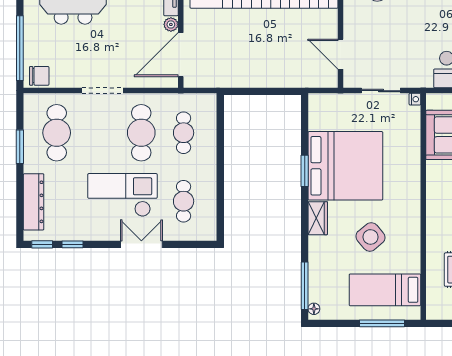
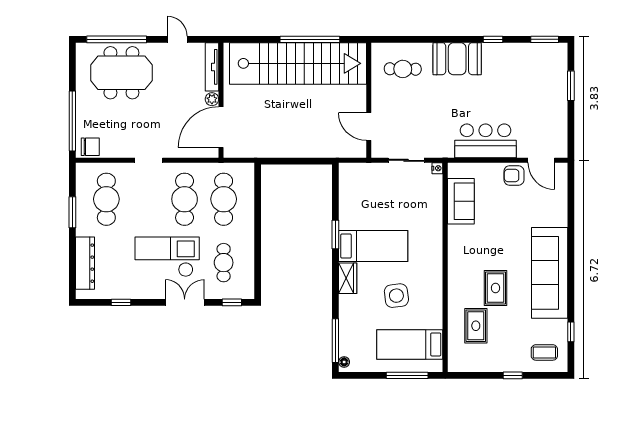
doorway: (103, 91) -> (149, 160), width x0.73
cafe table: (184, 133) -> (224, 199), width x1.37, depth x1.35
bed: (345, 166) -> (373, 246), width x0.49
side table: (370, 237) -> (396, 296), turned 33
window: (42, 244) -> (232, 302), moved

